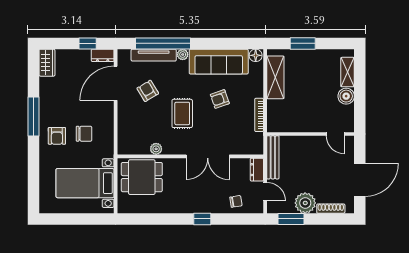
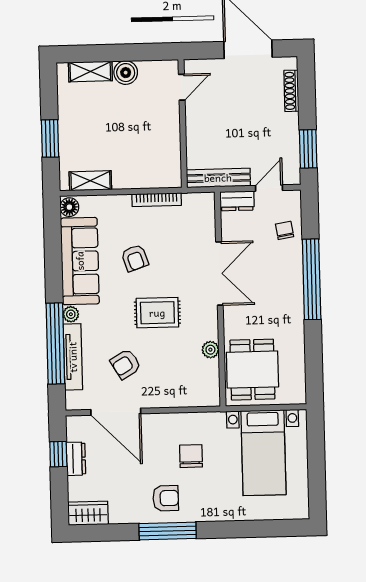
dresser: (103, 55) -> (76, 459), moved
shelving: (275, 77) -> (90, 181), width x0.67, depth x0.75
armchair: (57, 136) -> (166, 498), moved
plant: (305, 203) -> (284, 129), removed
window: (202, 219) -> (312, 279), width x3.17

